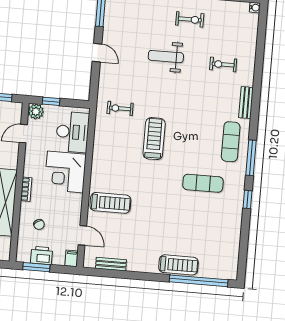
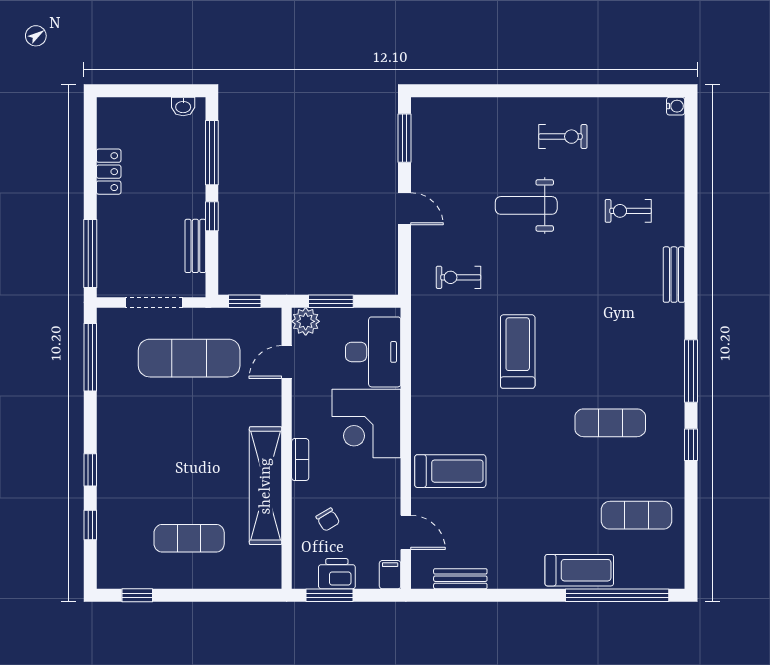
window: (51, 101) -> (331, 301), width x1.50
exercise bike: (120, 108) -> (459, 277), moved
exercise mat: (231, 142) -> (636, 515), moved, turned 90

